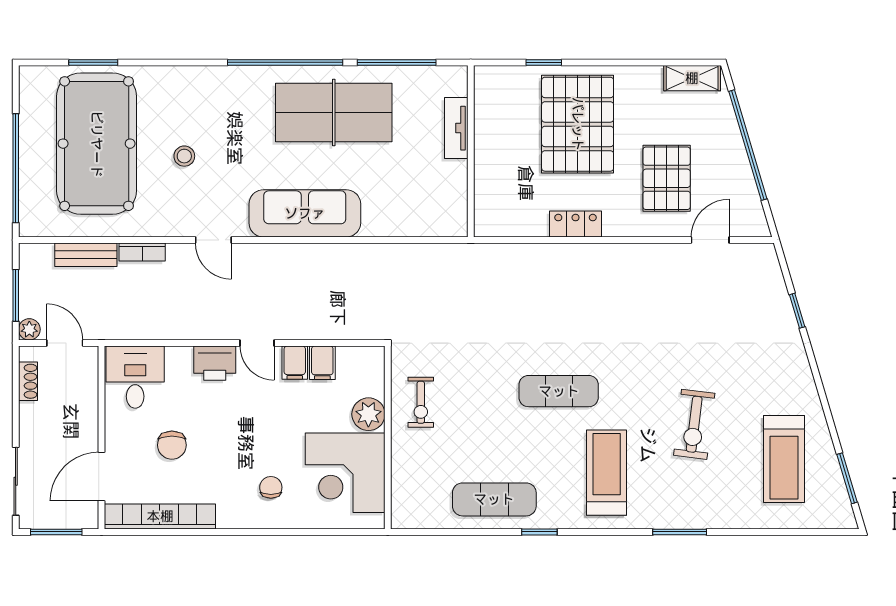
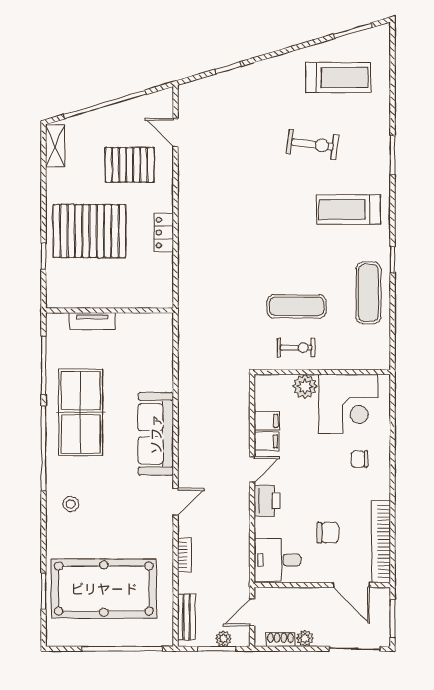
stool: (184, 156) -> (71, 504), moved
bench: (86, 255) -> (186, 617), moved
plant: (29, 329) -> (223, 639), moved
exercise mat: (559, 391) -> (297, 306), moved, turned 90
plant: (30, 414) -> (305, 638), added

